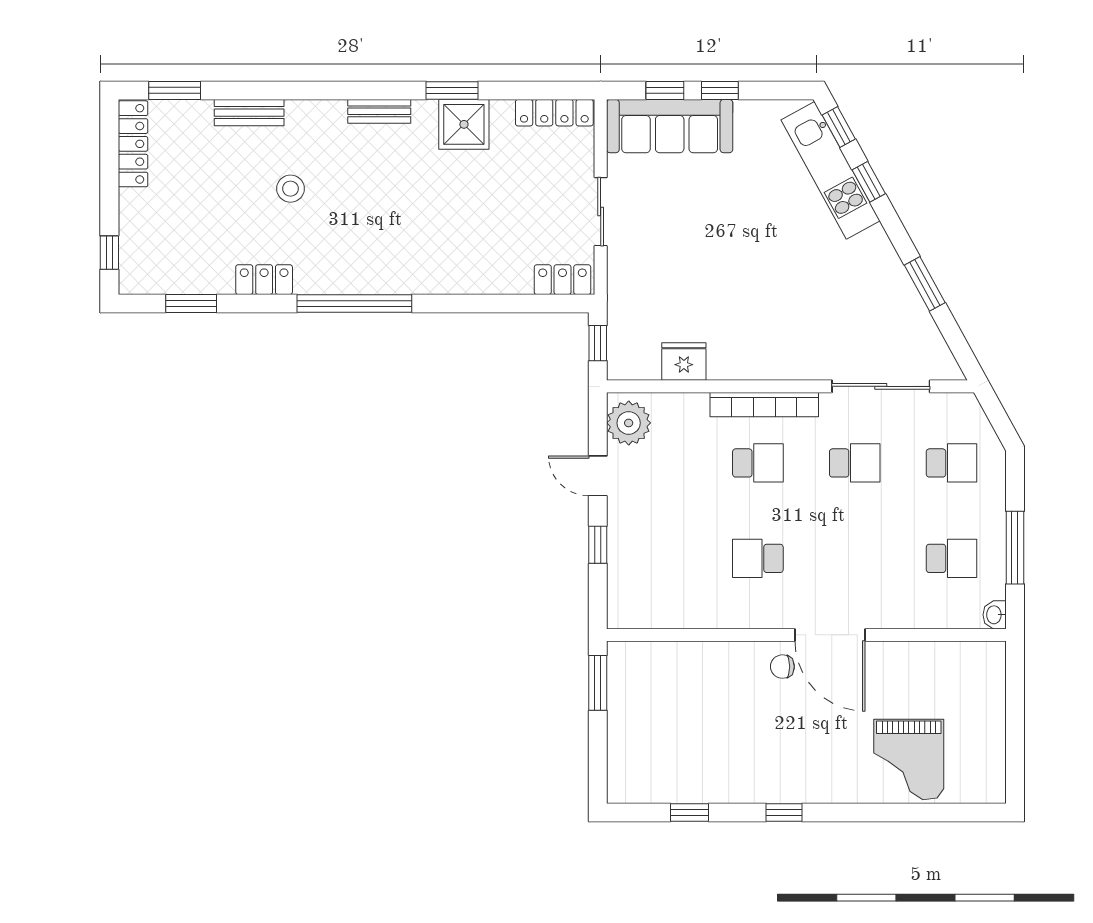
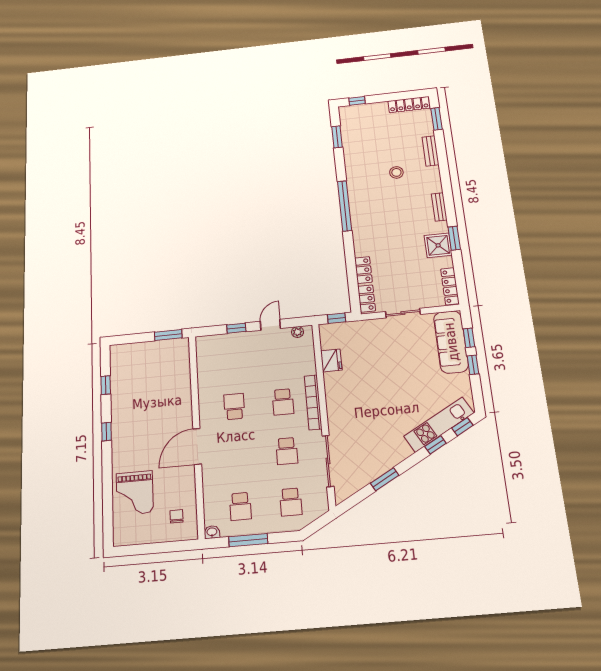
locker: (264, 280) -> (363, 270), moved
plant: (629, 423) -> (298, 332), width x0.53, depth x0.53
chair: (782, 667) -> (177, 516), moved
grand piano: (909, 760) -> (135, 493), turned -90

